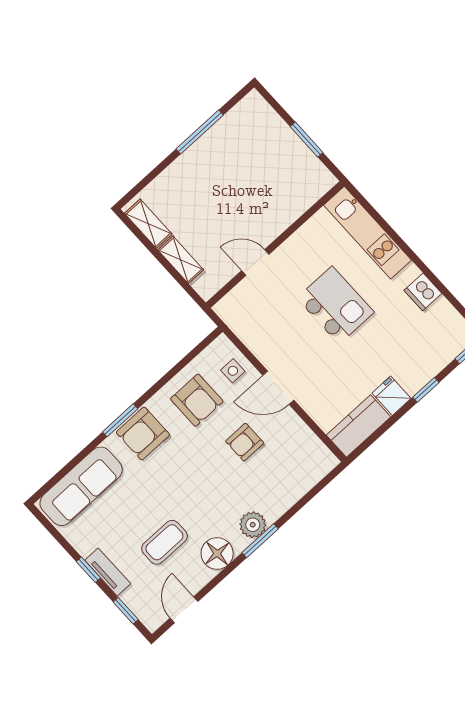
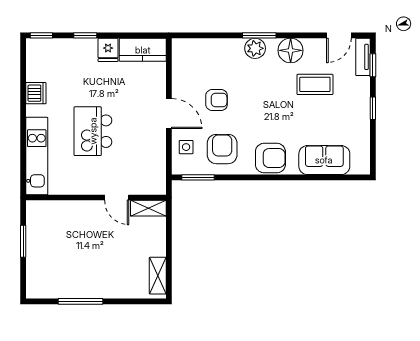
shelving: (181, 260) -> (148, 208), moved, turned 90
window: (120, 420) -> (198, 177), moved
sofa: (81, 486) -> (324, 160), width x0.73
tv unit: (108, 572) -> (363, 57), moved

